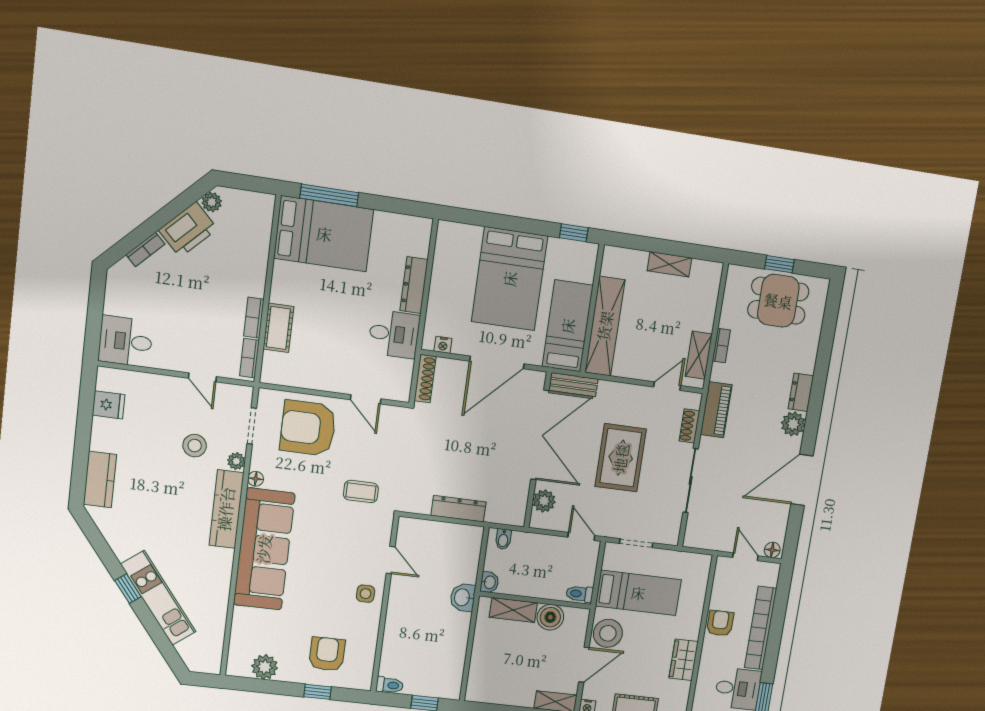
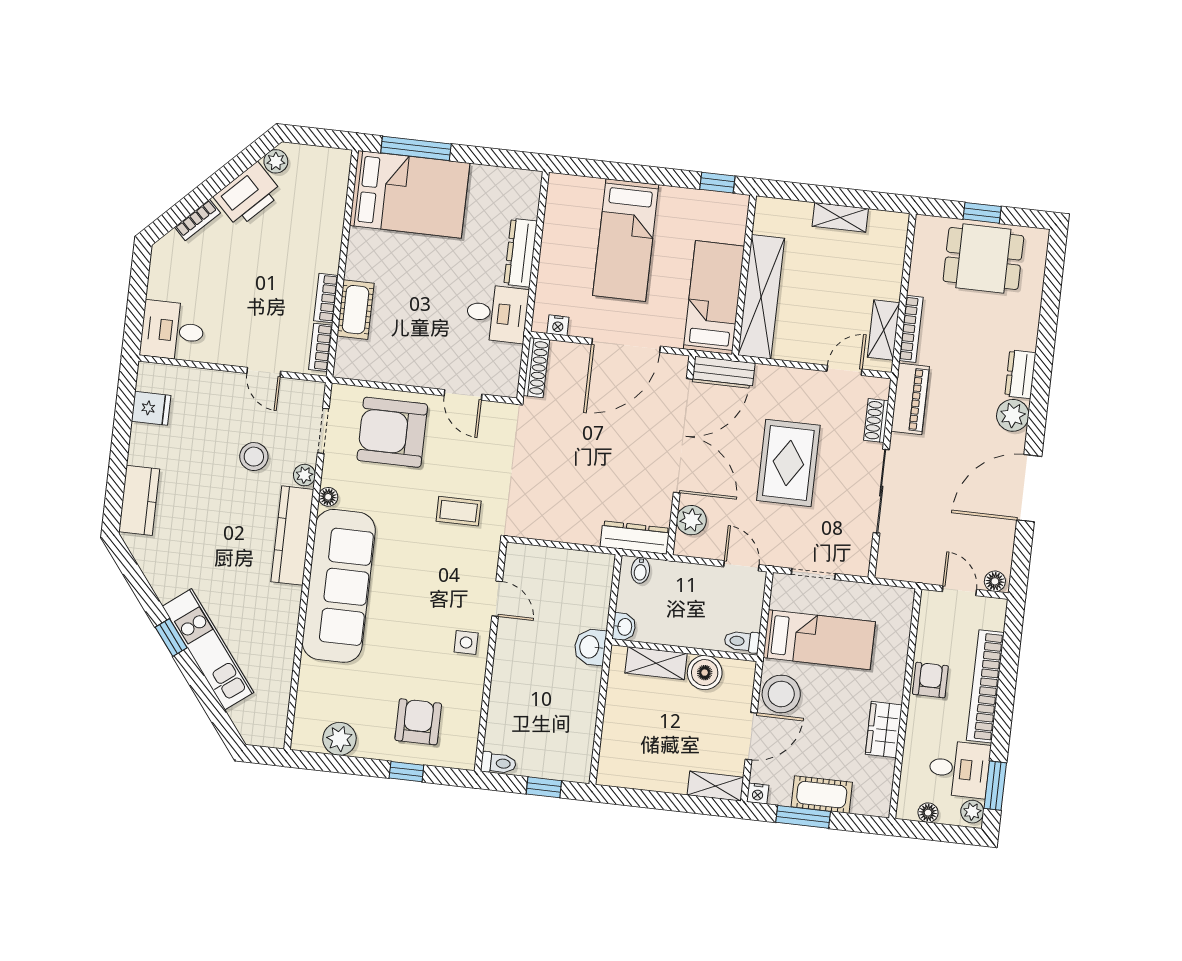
bed: (510, 279) -> (626, 240), width x0.67
bookcase: (721, 346) -> (911, 329), width x1.56
dresser: (458, 509) -> (635, 538), moved

